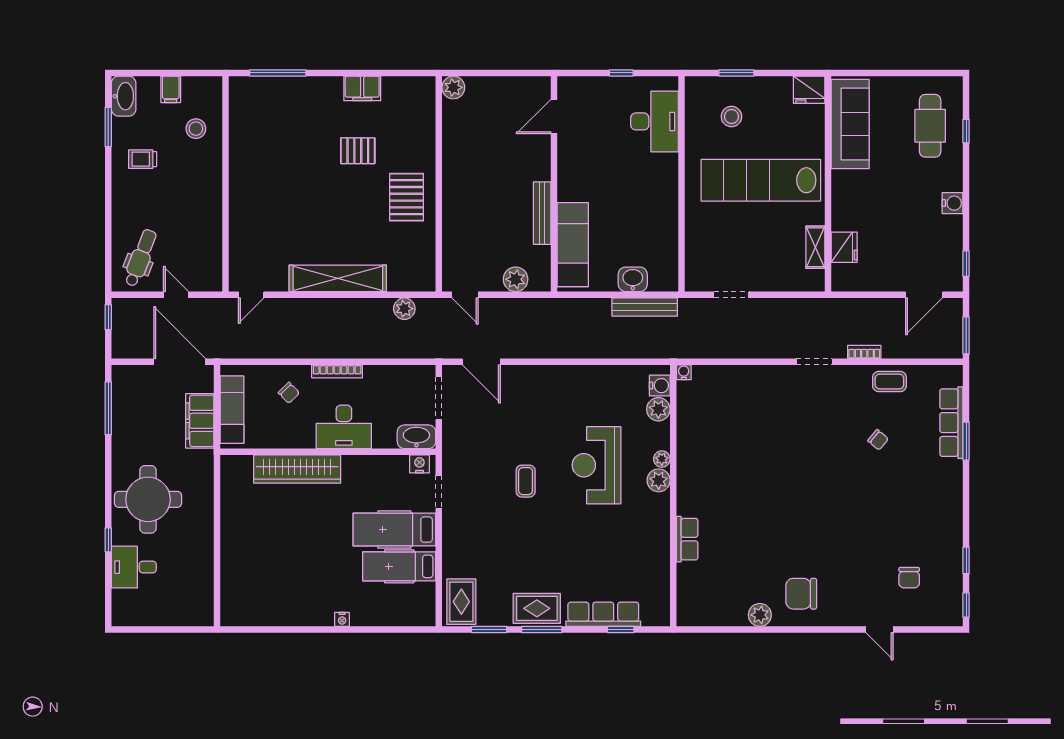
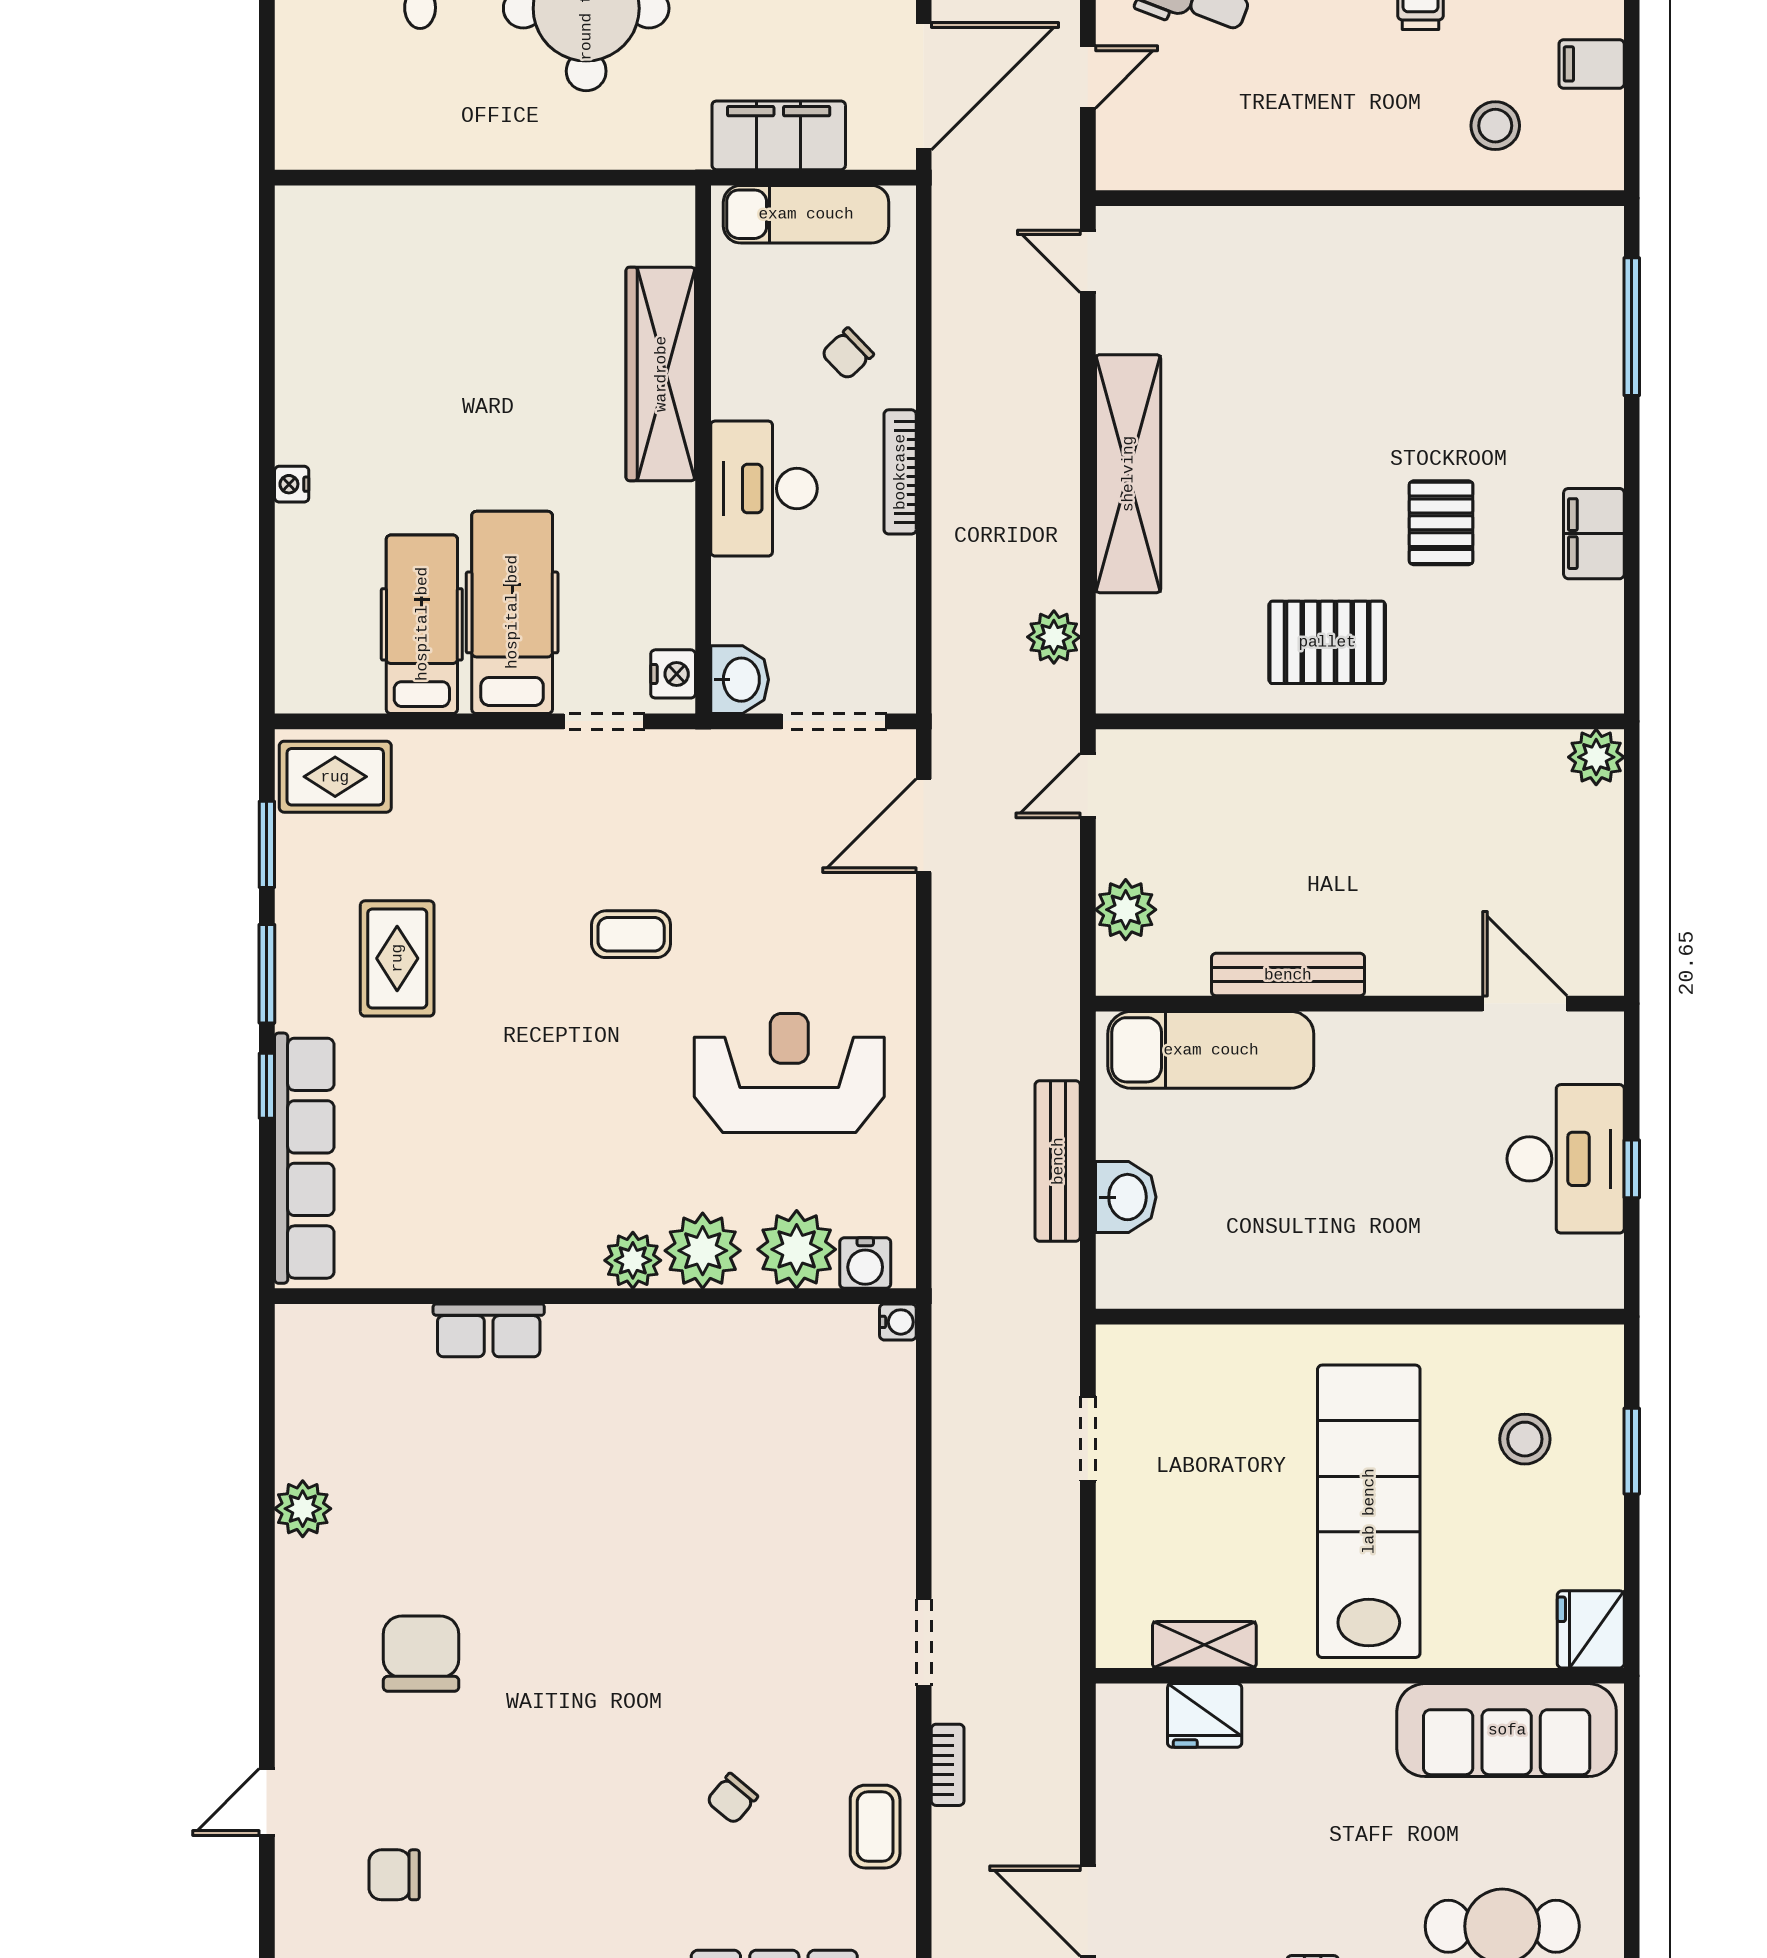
desk: (655, 121) -> (1566, 1159), moved, turned -90
bench: (645, 307) -> (1058, 1161), moved
plant: (658, 409) -> (797, 1249), width x1.36, depth x1.36
washbasin: (416, 437) -> (740, 680), width x0.72
plant: (662, 459) -> (703, 1251), width x1.88, depth x1.88
reception desk: (596, 465) -> (789, 1073), moved
chair: (801, 594) -> (421, 1654), moved
rug: (537, 608) -> (397, 958), moved
row of seats: (603, 614) -> (304, 1158), width x1.36
window: (621, 630) -> (267, 1086), moved

